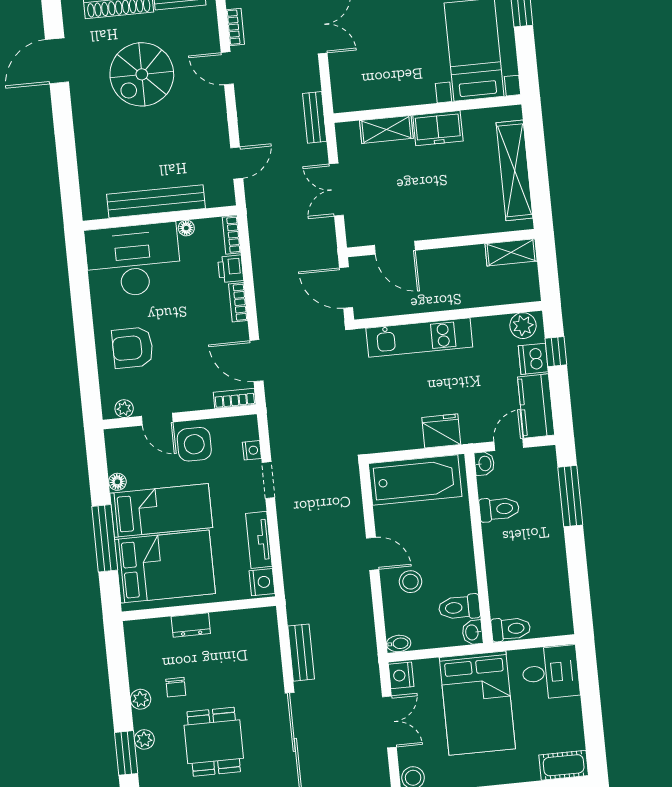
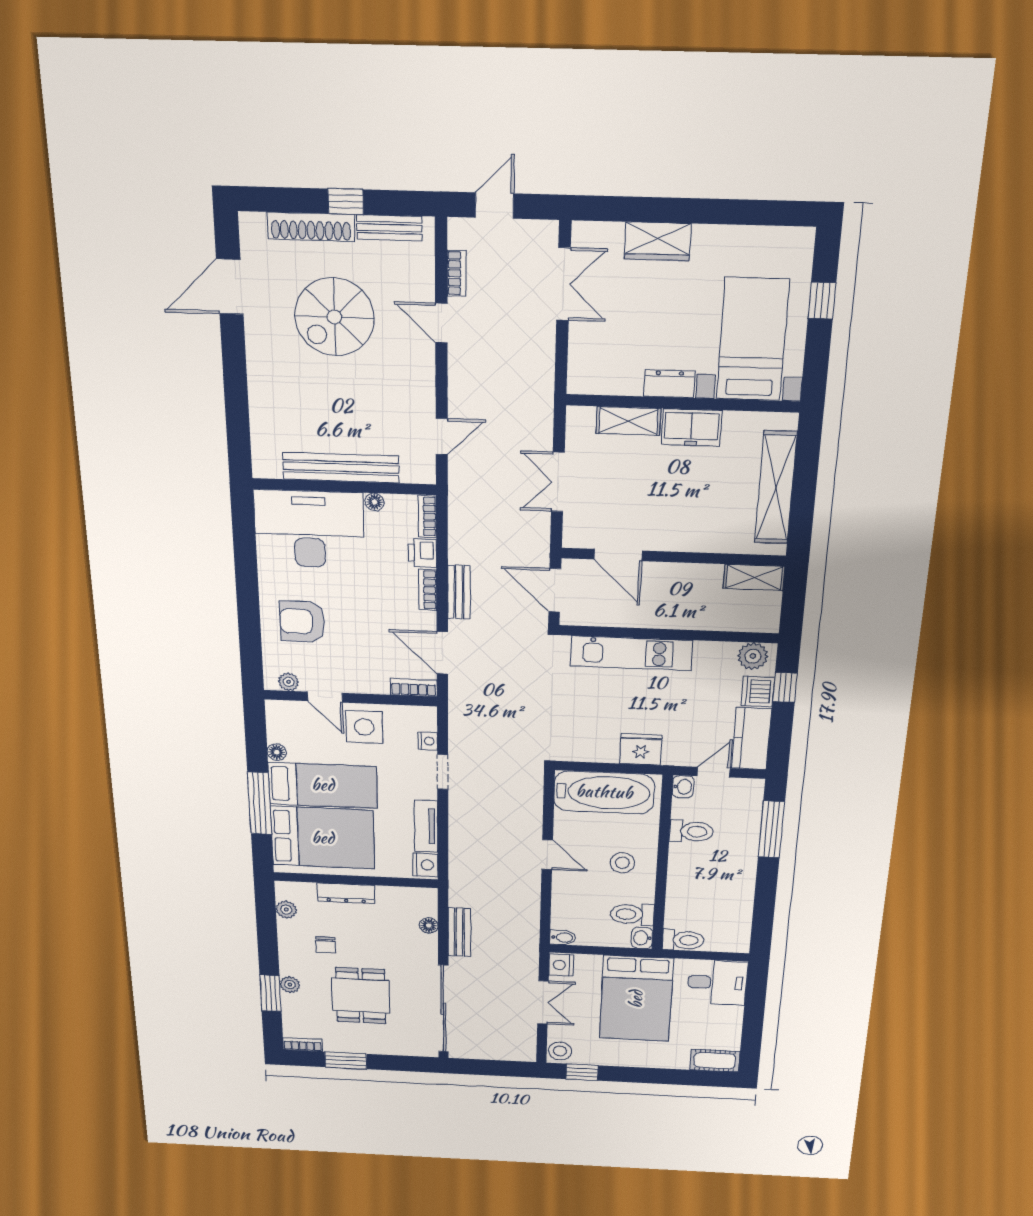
dresser: (414, 94) -> (669, 384), added
bench: (315, 117) -> (459, 592), moved
stool: (410, 582) -> (622, 863), moved
dresser: (191, 625) -> (346, 893), width x1.44
floor lamp: (272, 649) -> (429, 925), added
plant: (141, 699) -> (286, 910), moved

